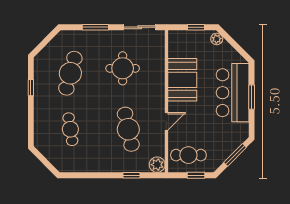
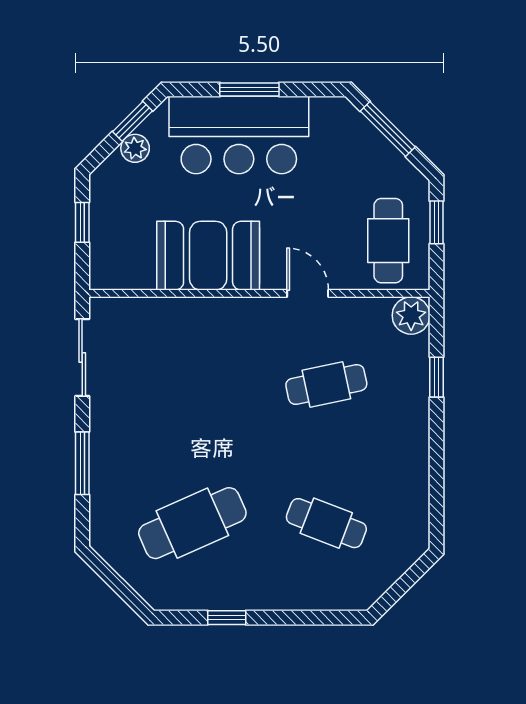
plant: (217, 39) -> (135, 148), moved
window: (238, 48) -> (133, 121), added
round table: (123, 68) -> (181, 398), removed
cafe table: (70, 73) -> (192, 523), turned -39
cafe table: (70, 129) -> (326, 523), turned 30
cafe table: (128, 129) -> (326, 385), width x0.73, depth x0.74

